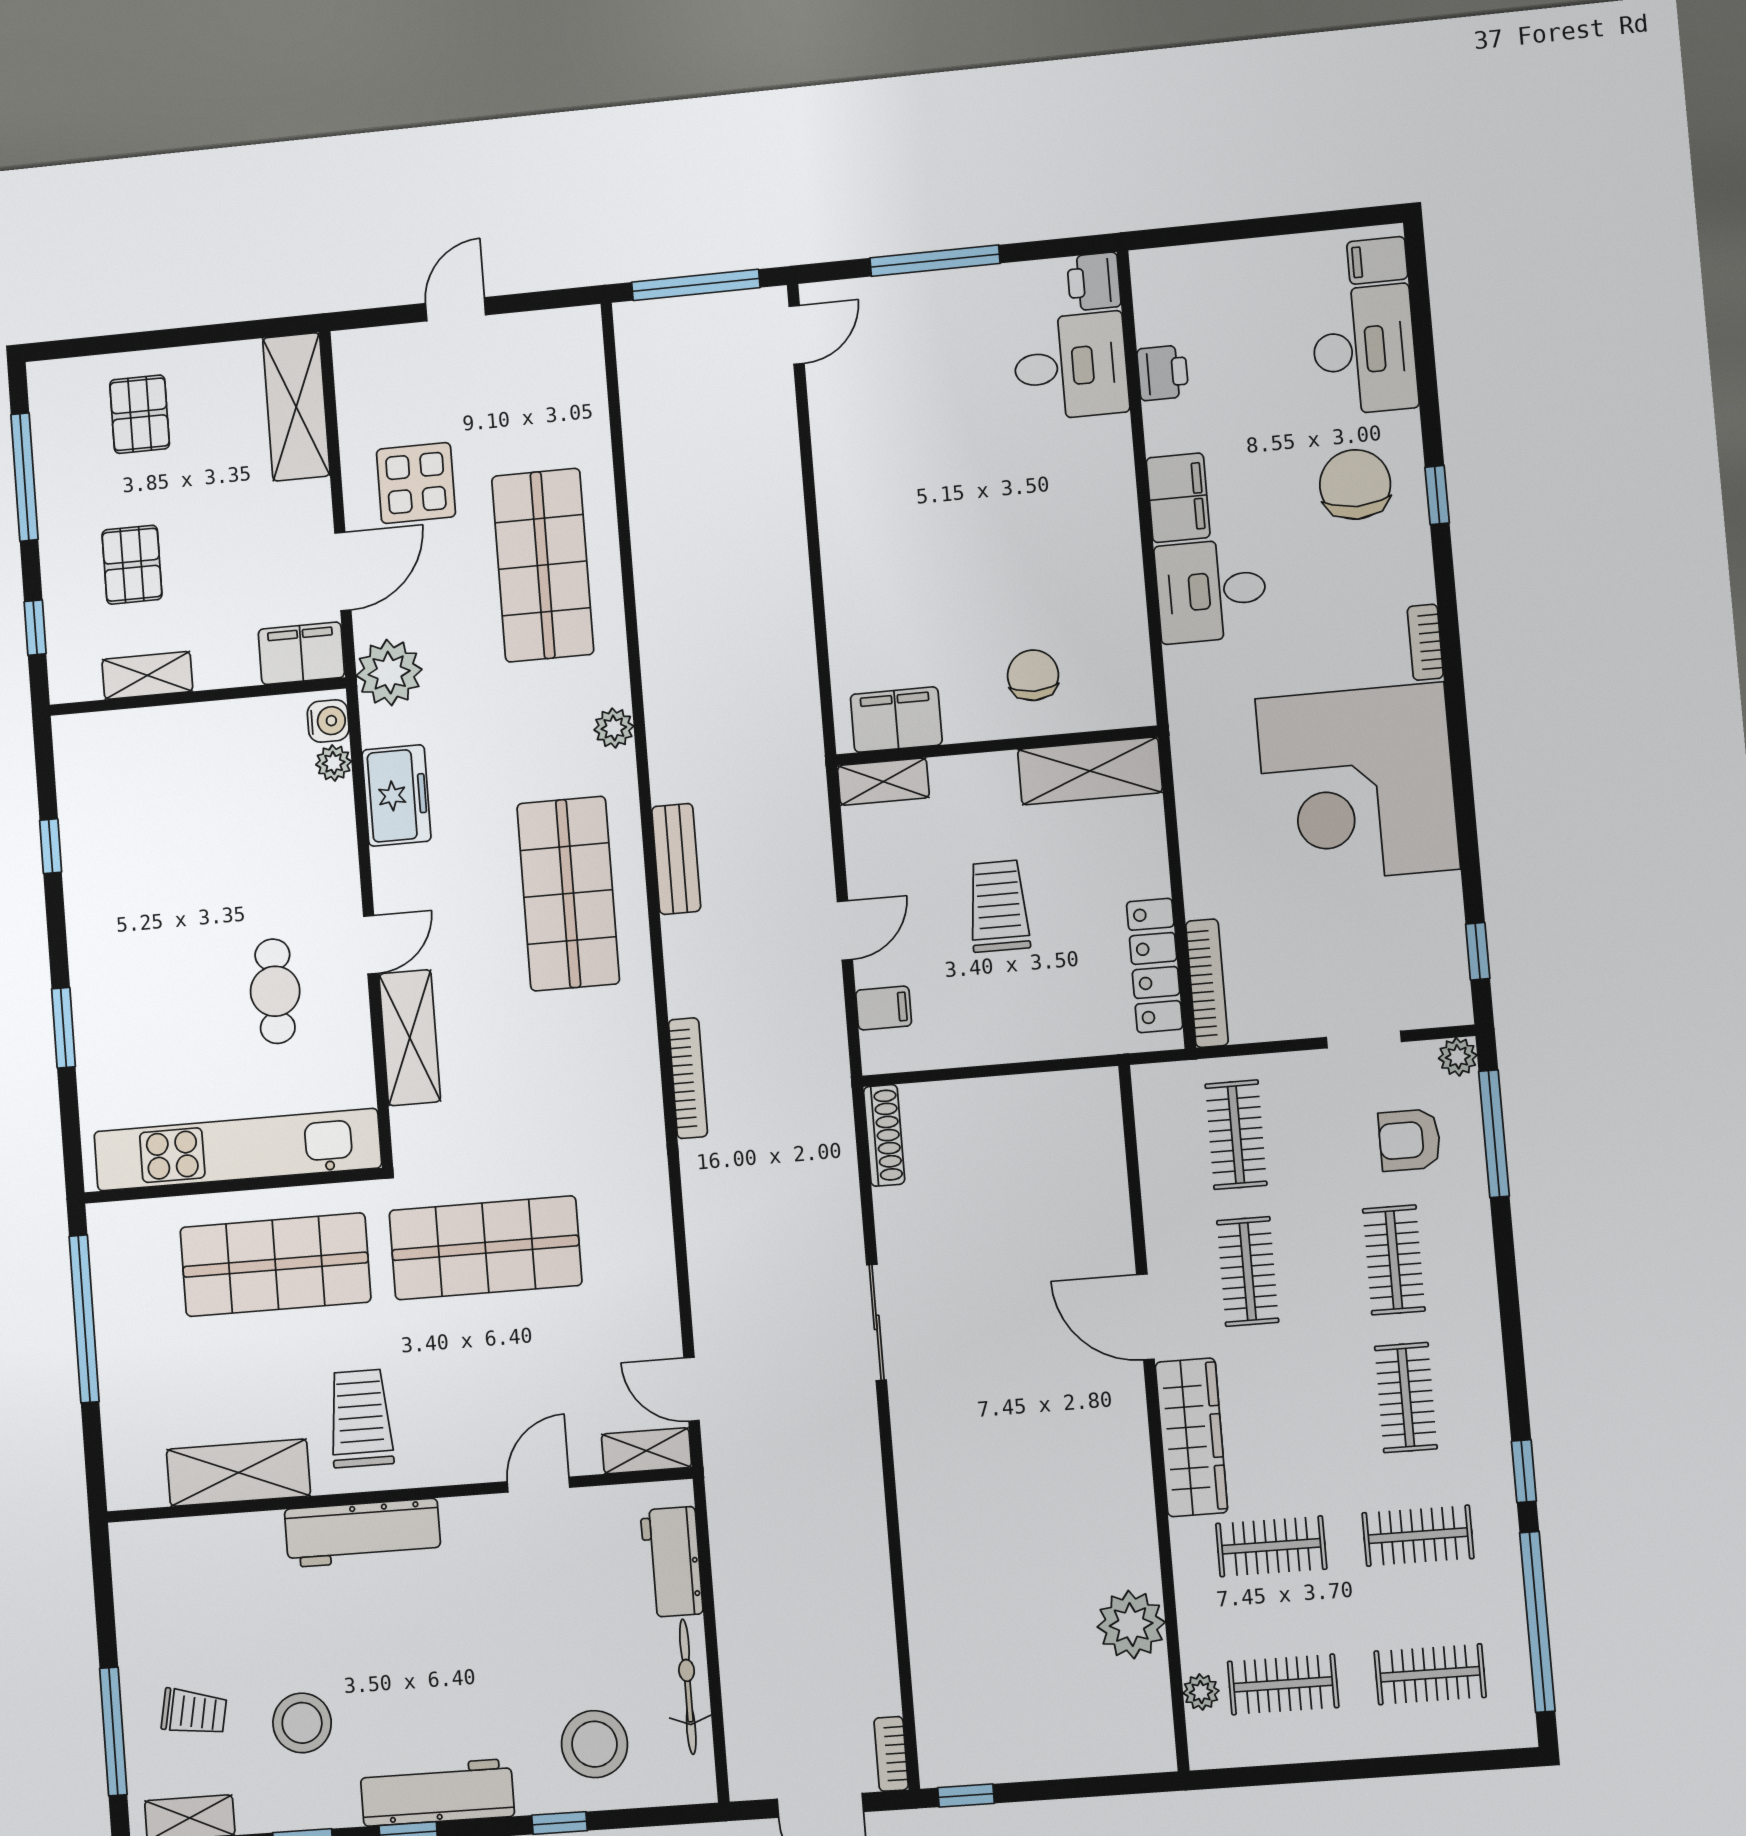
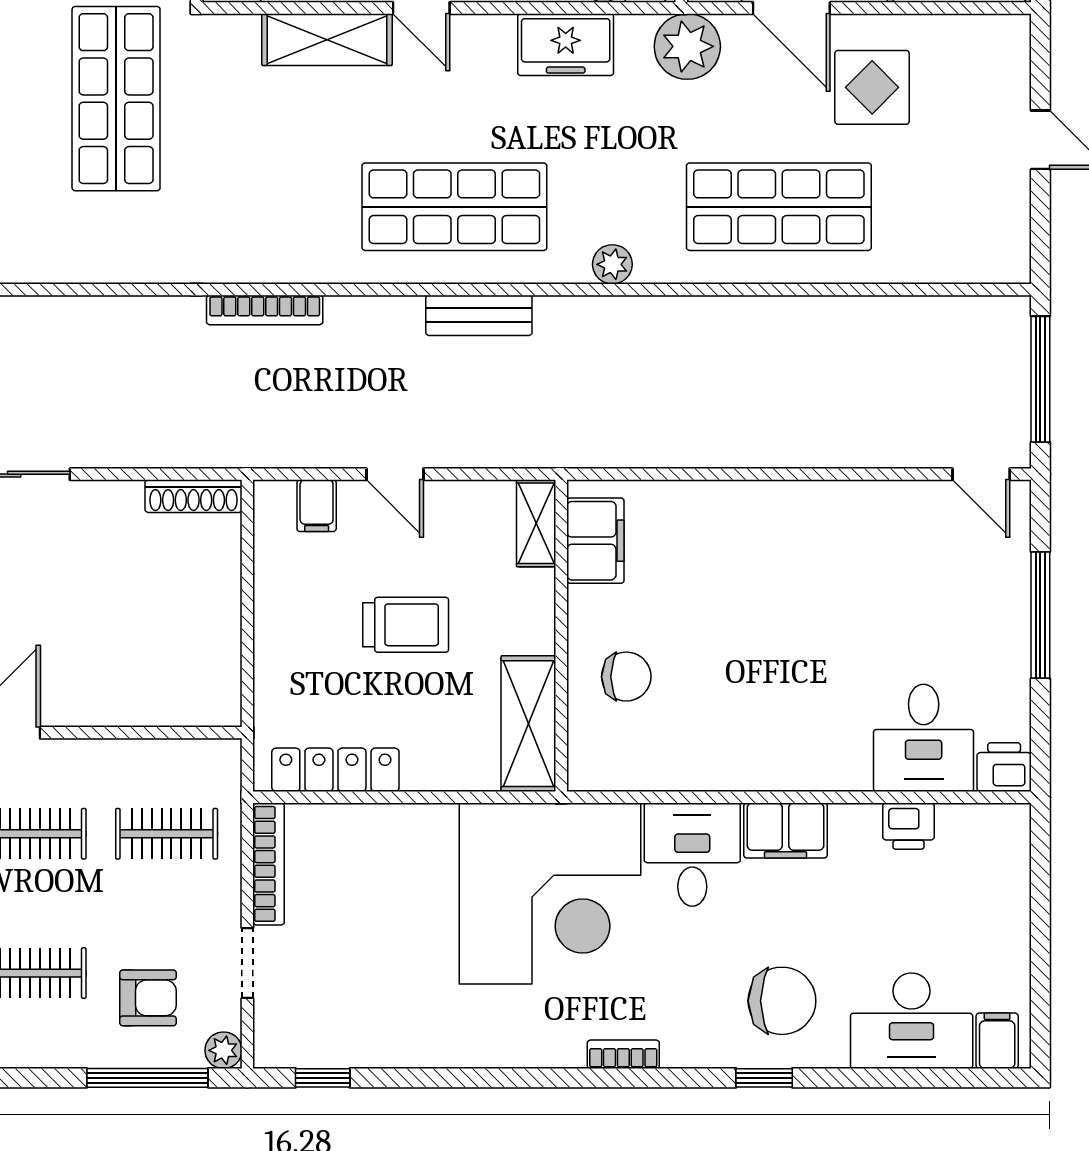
corner desk: (1357, 784) -> (550, 893), moved, turned 180
bookcase: (1207, 983) -> (269, 864), moved, turned -90
armchair: (1410, 1140) -> (148, 998), turned 90

